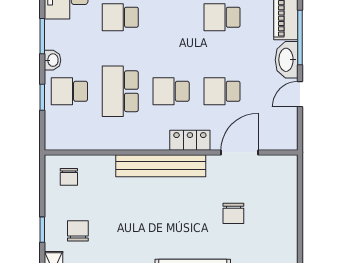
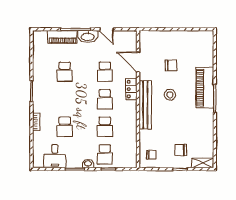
school desk: (120, 91) -> (105, 127), width x0.54
stool: (179, 211) -> (170, 95), added

